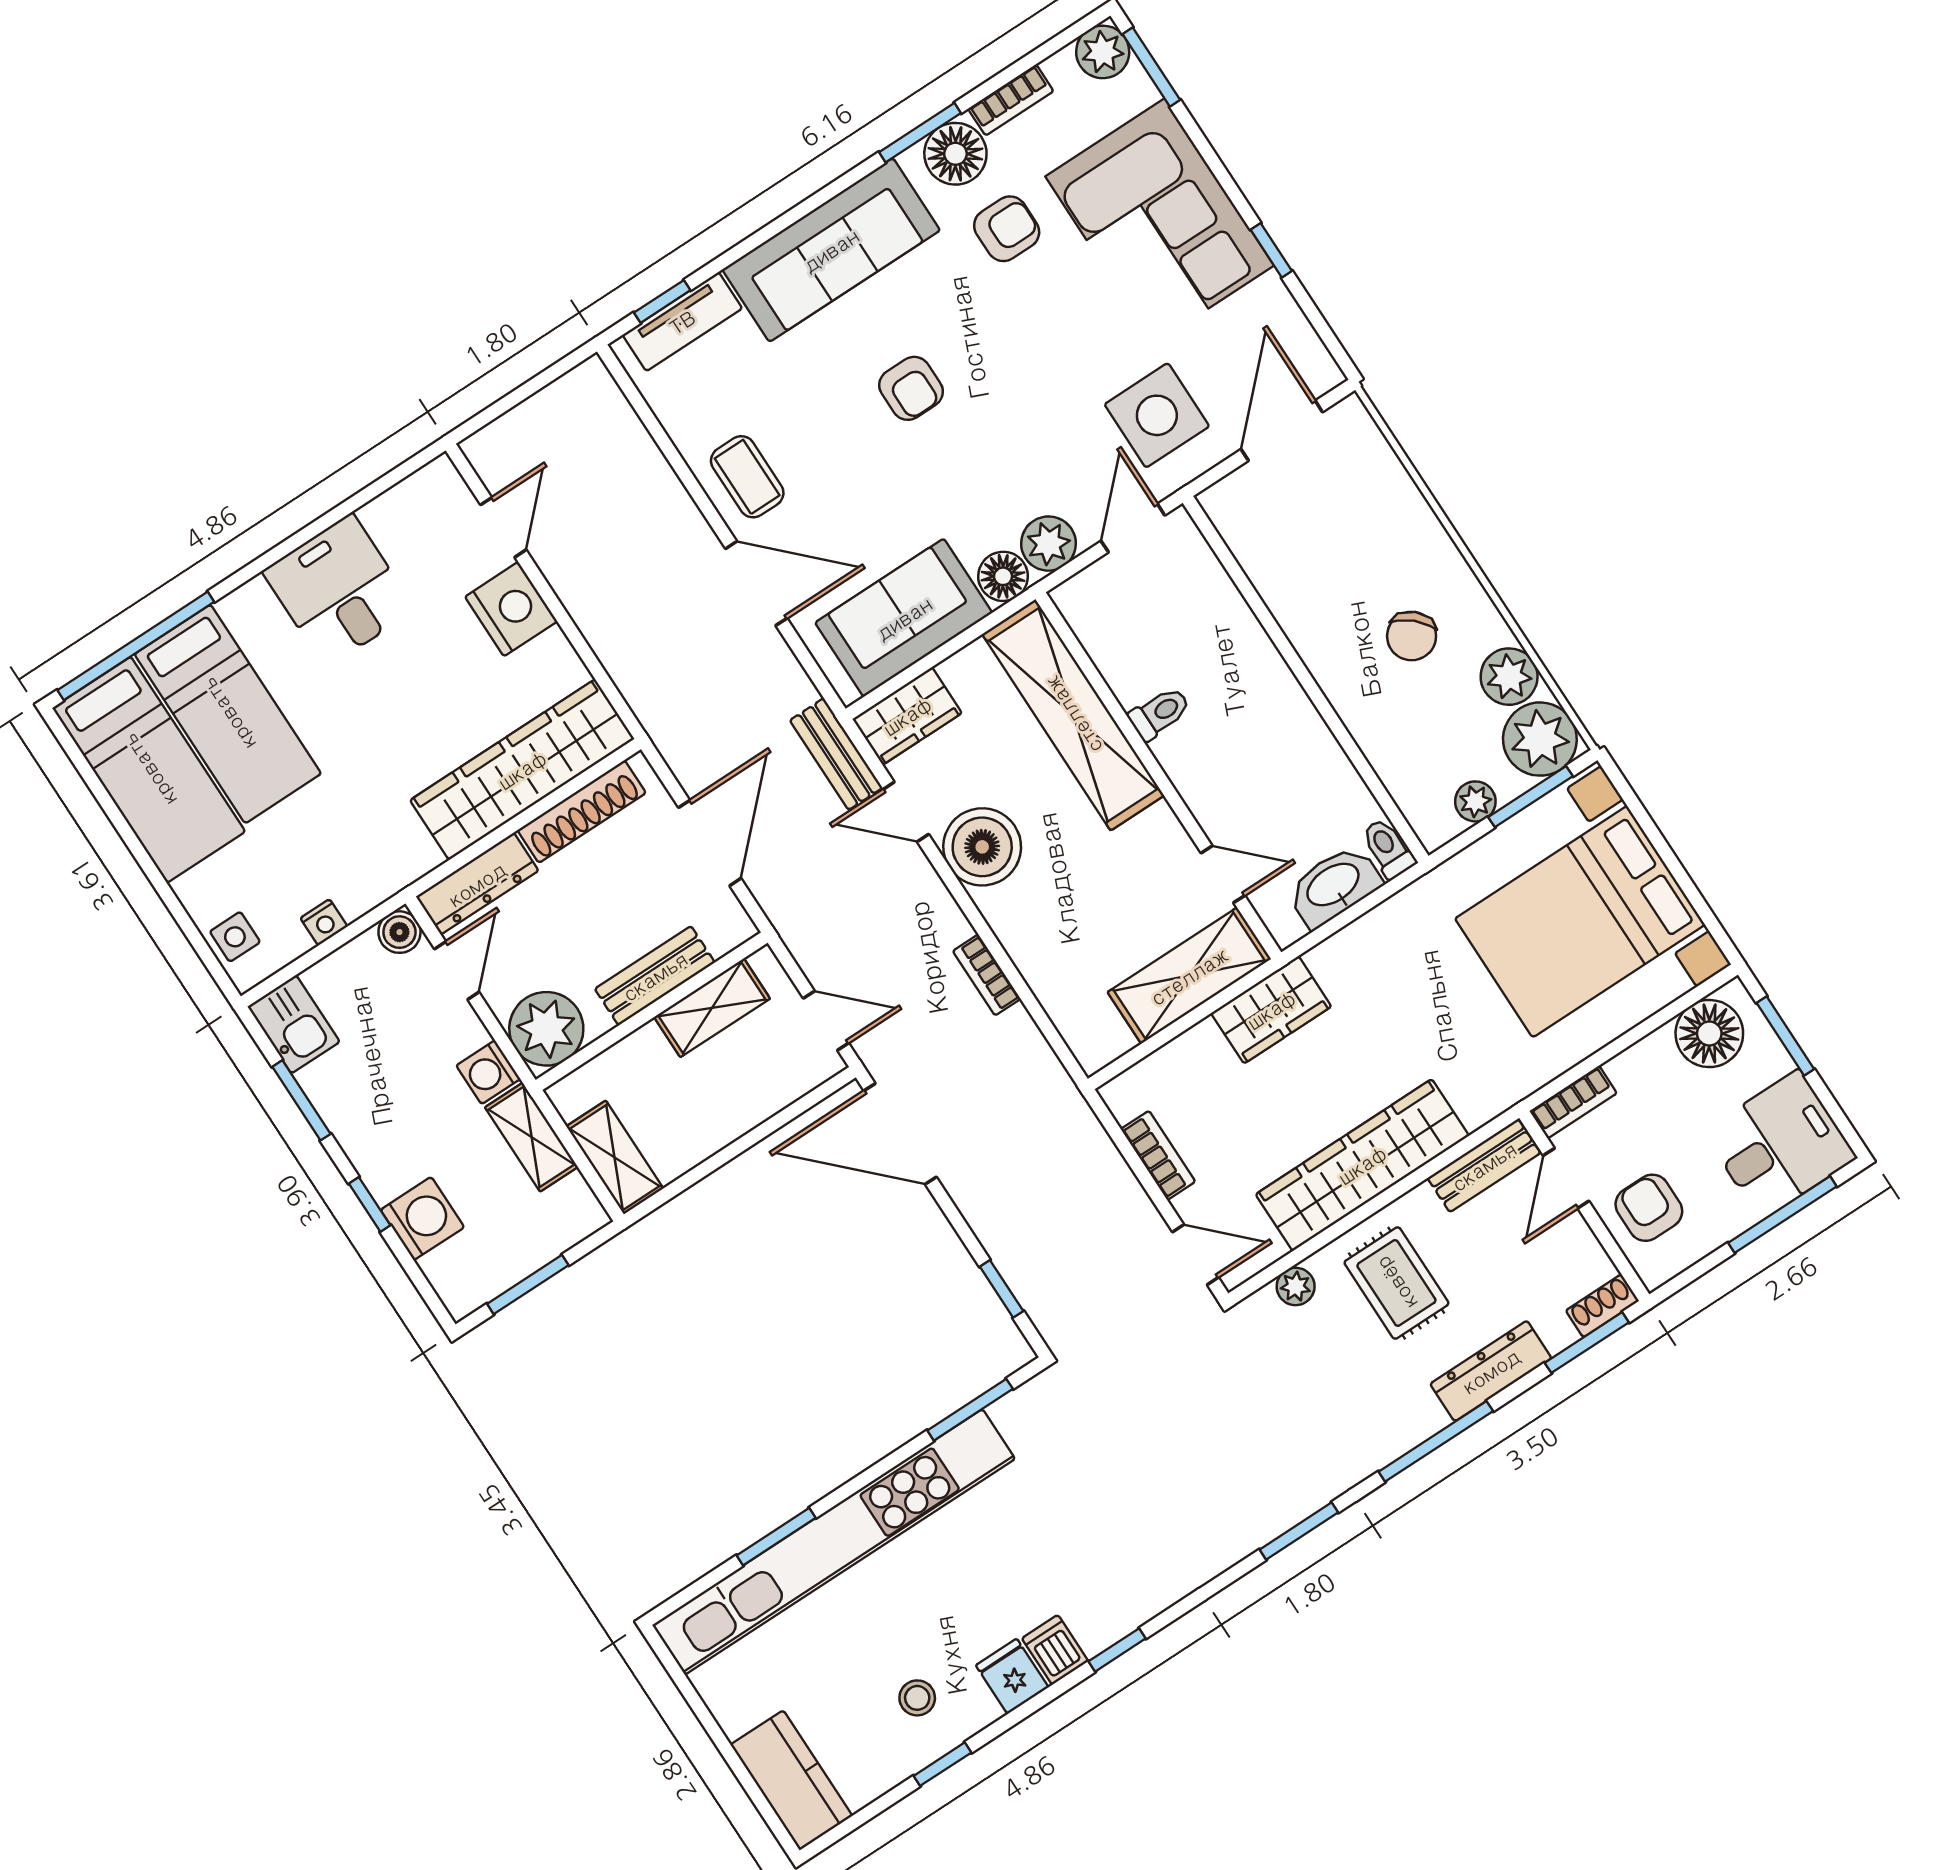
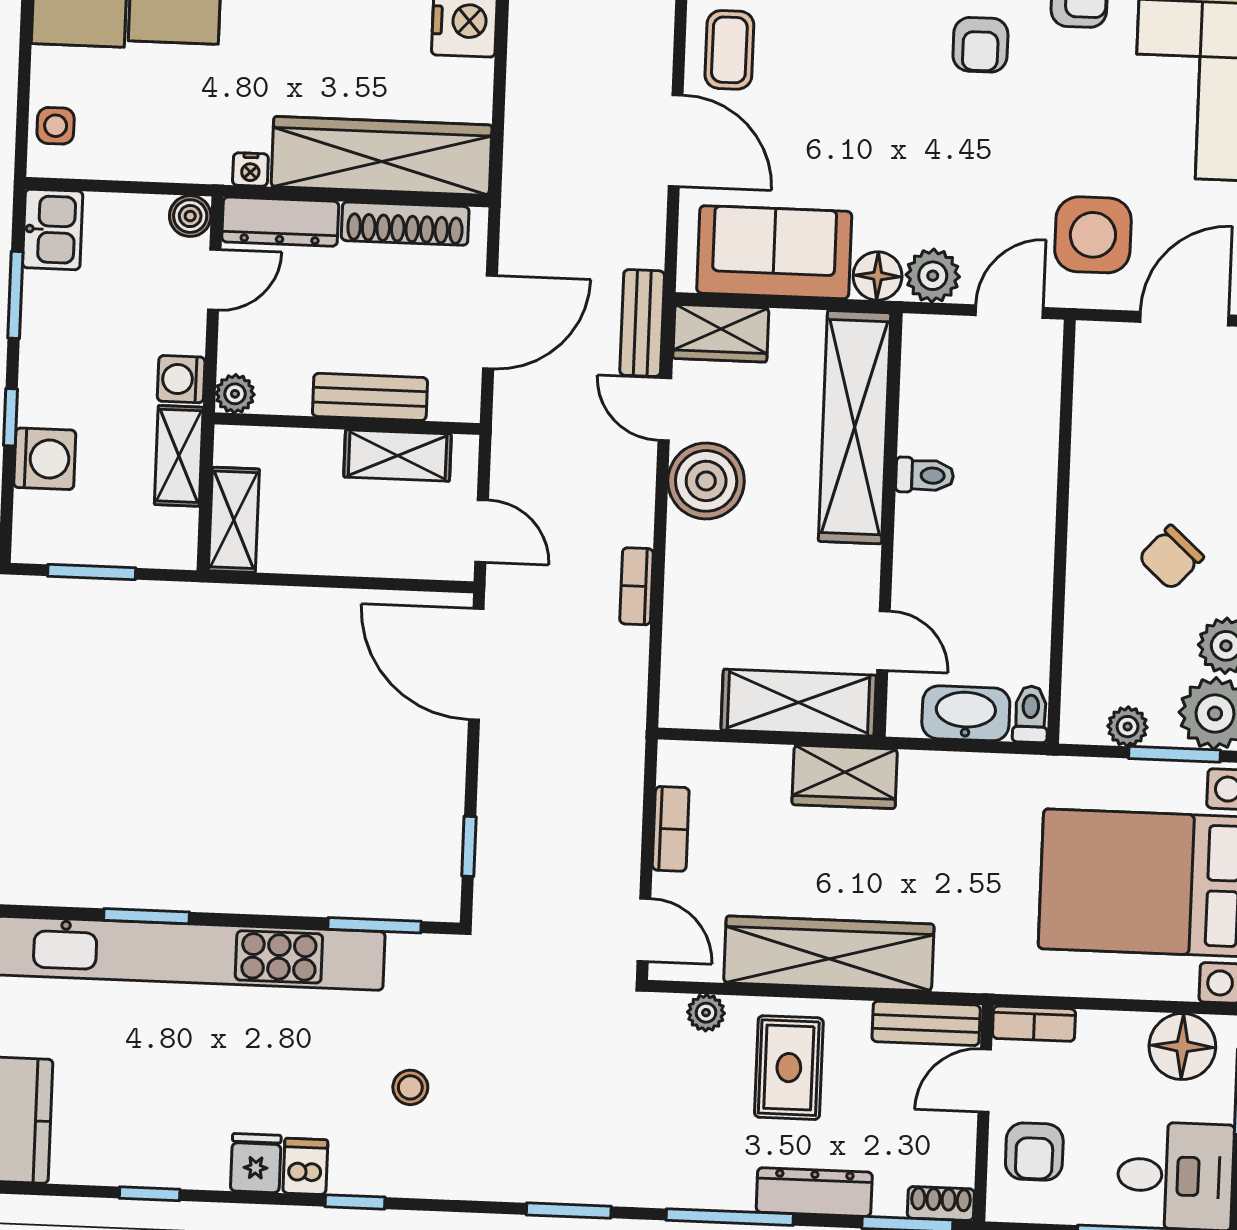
armchair: (911, 388) -> (980, 45), moved
nightstand: (324, 922) -> (250, 170), moved
plant: (546, 1029) -> (235, 394), width x0.53, depth x0.53
armchair: (1649, 1208) -> (1034, 1152), turned 180
stool: (917, 1698) -> (410, 1087), moved

